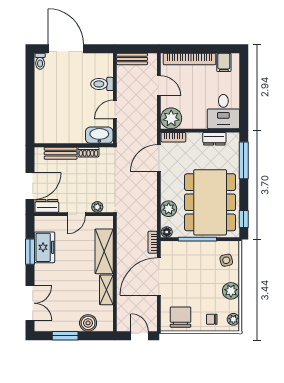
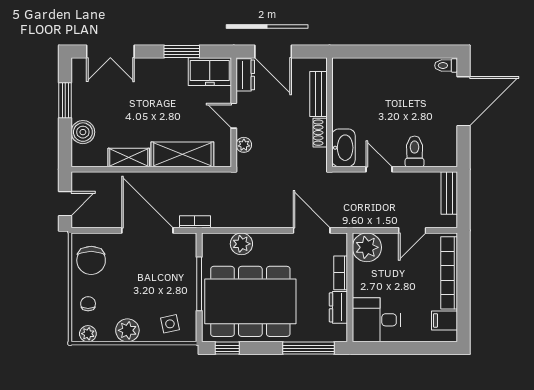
bookcase: (173, 137) -> (341, 273), moved
floor lamp: (167, 232) -> (209, 241), removed
freezer: (44, 247) -> (210, 72), moved
chair: (181, 317) -> (91, 260), turned 90

